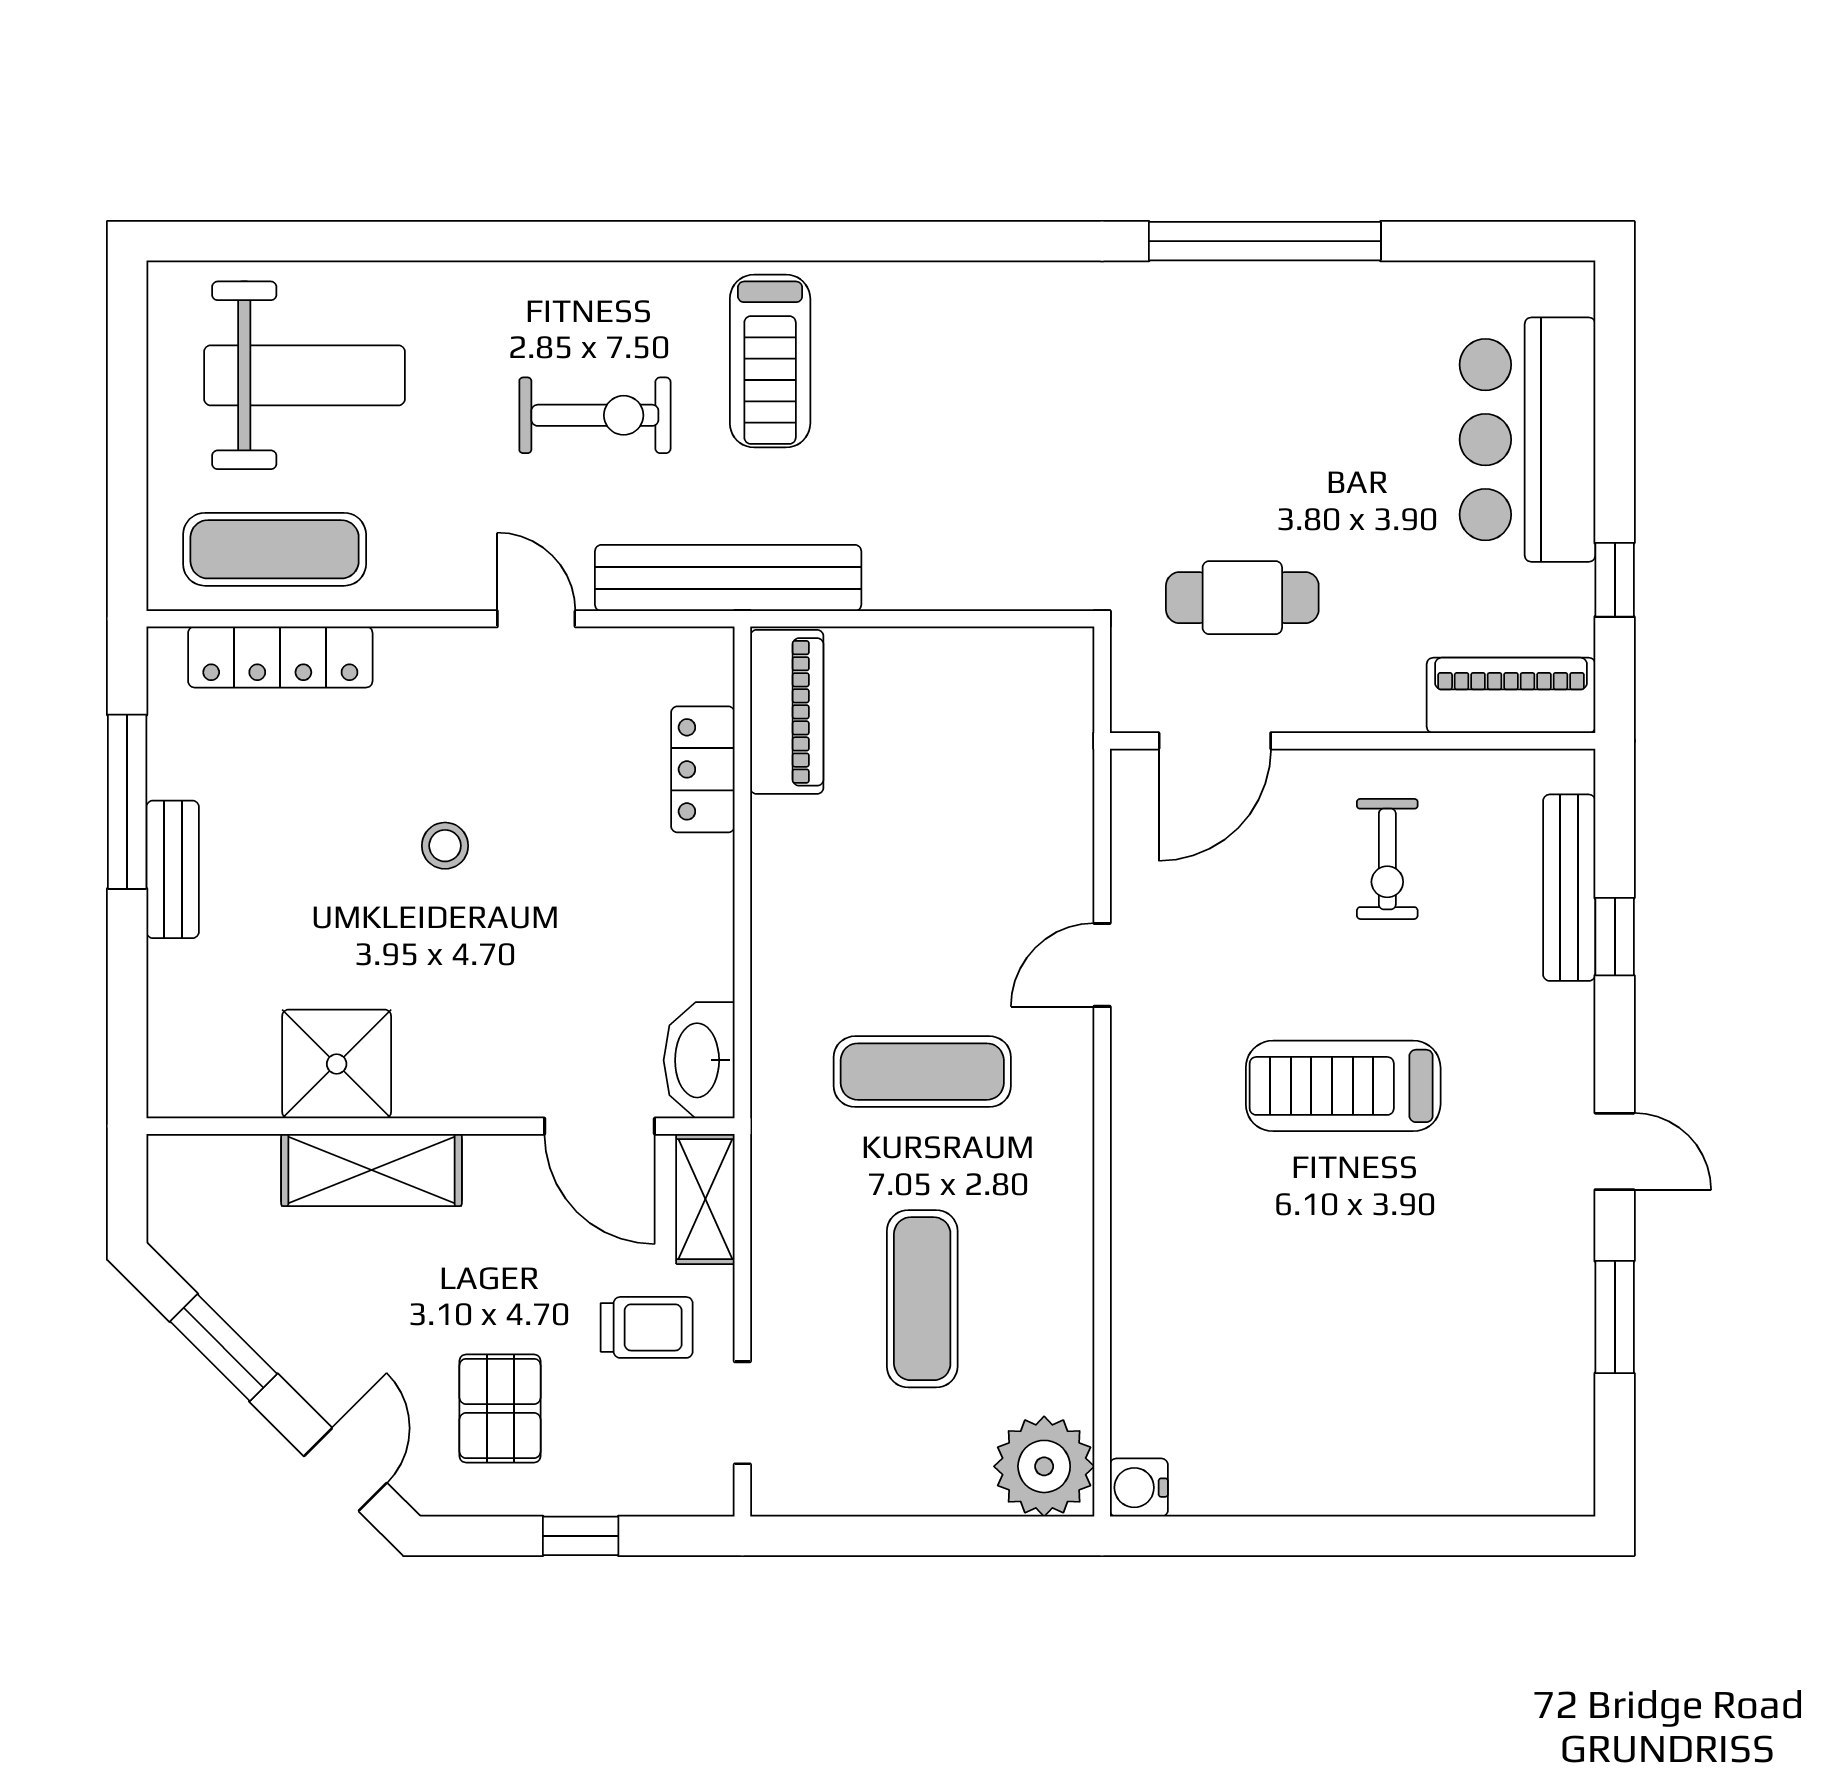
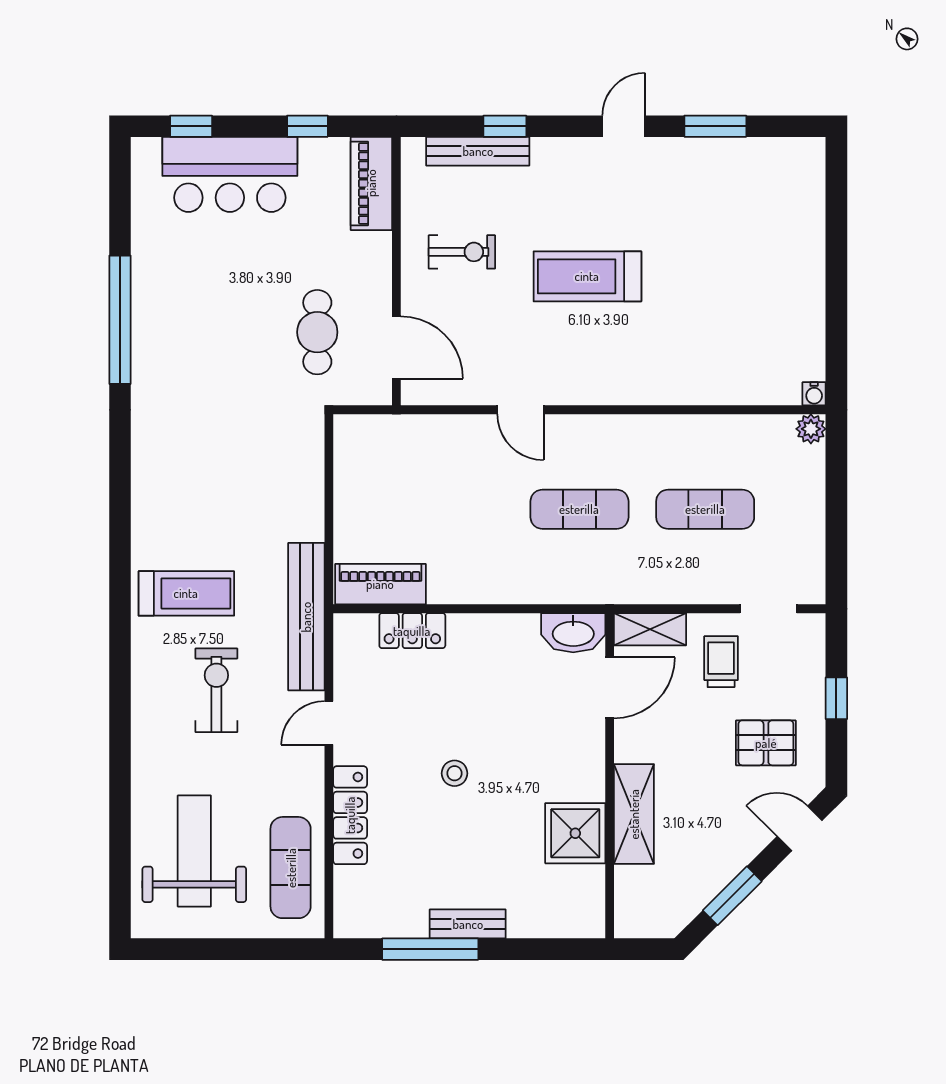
window: (1615, 370) -> (191, 126), added
locker: (280, 657) -> (350, 815), moved
exercise mat: (922, 1072) -> (579, 509), turned 90
treadmill: (1343, 1086) -> (587, 276), turned 90
plant: (1044, 1466) -> (811, 429), width x0.53, depth x0.53
water cooler: (1139, 1488) -> (814, 394), width x0.72, depth x0.72

